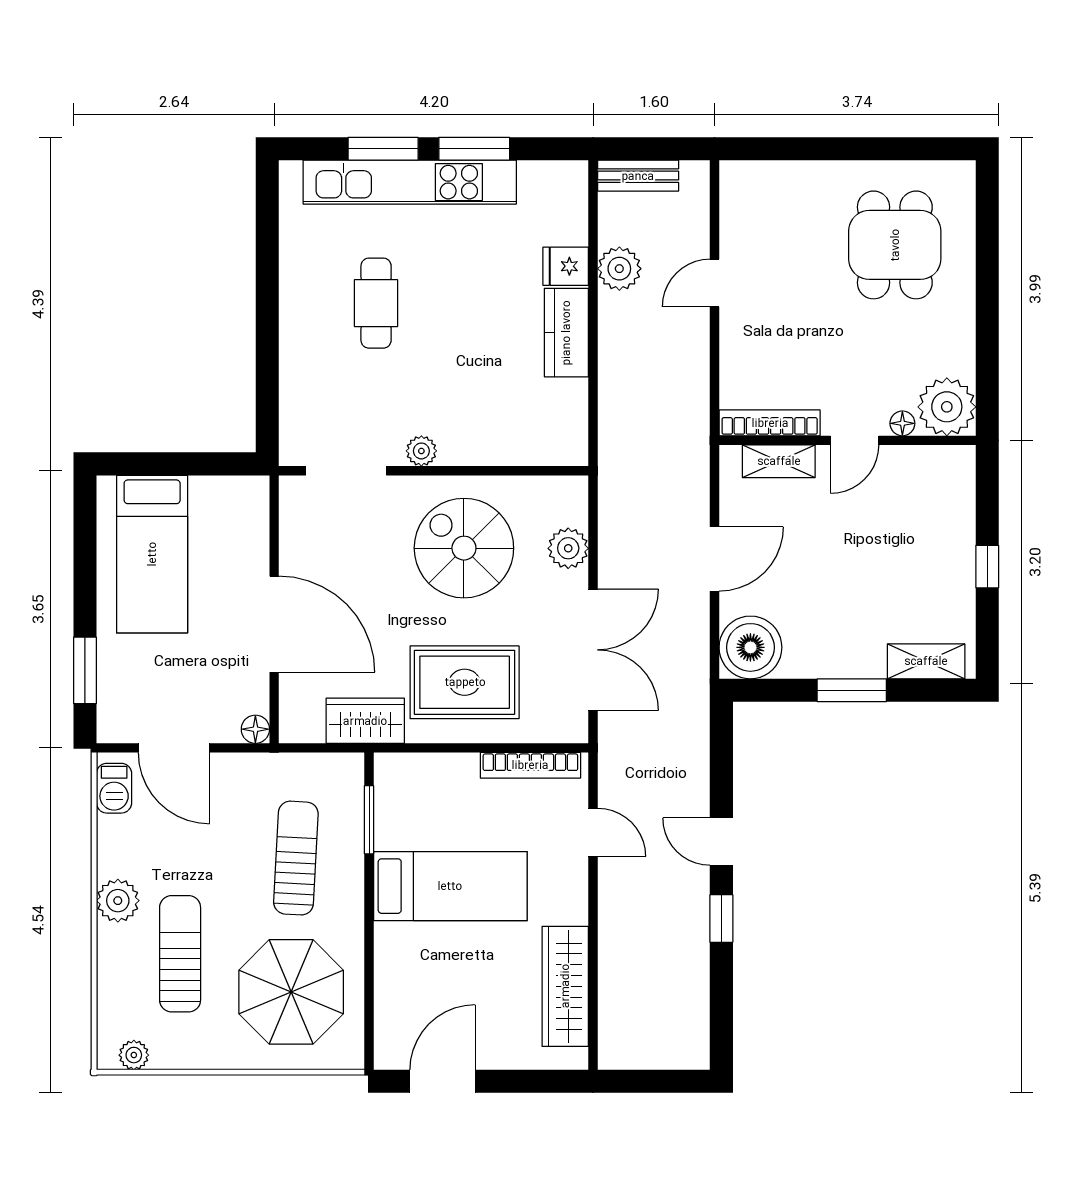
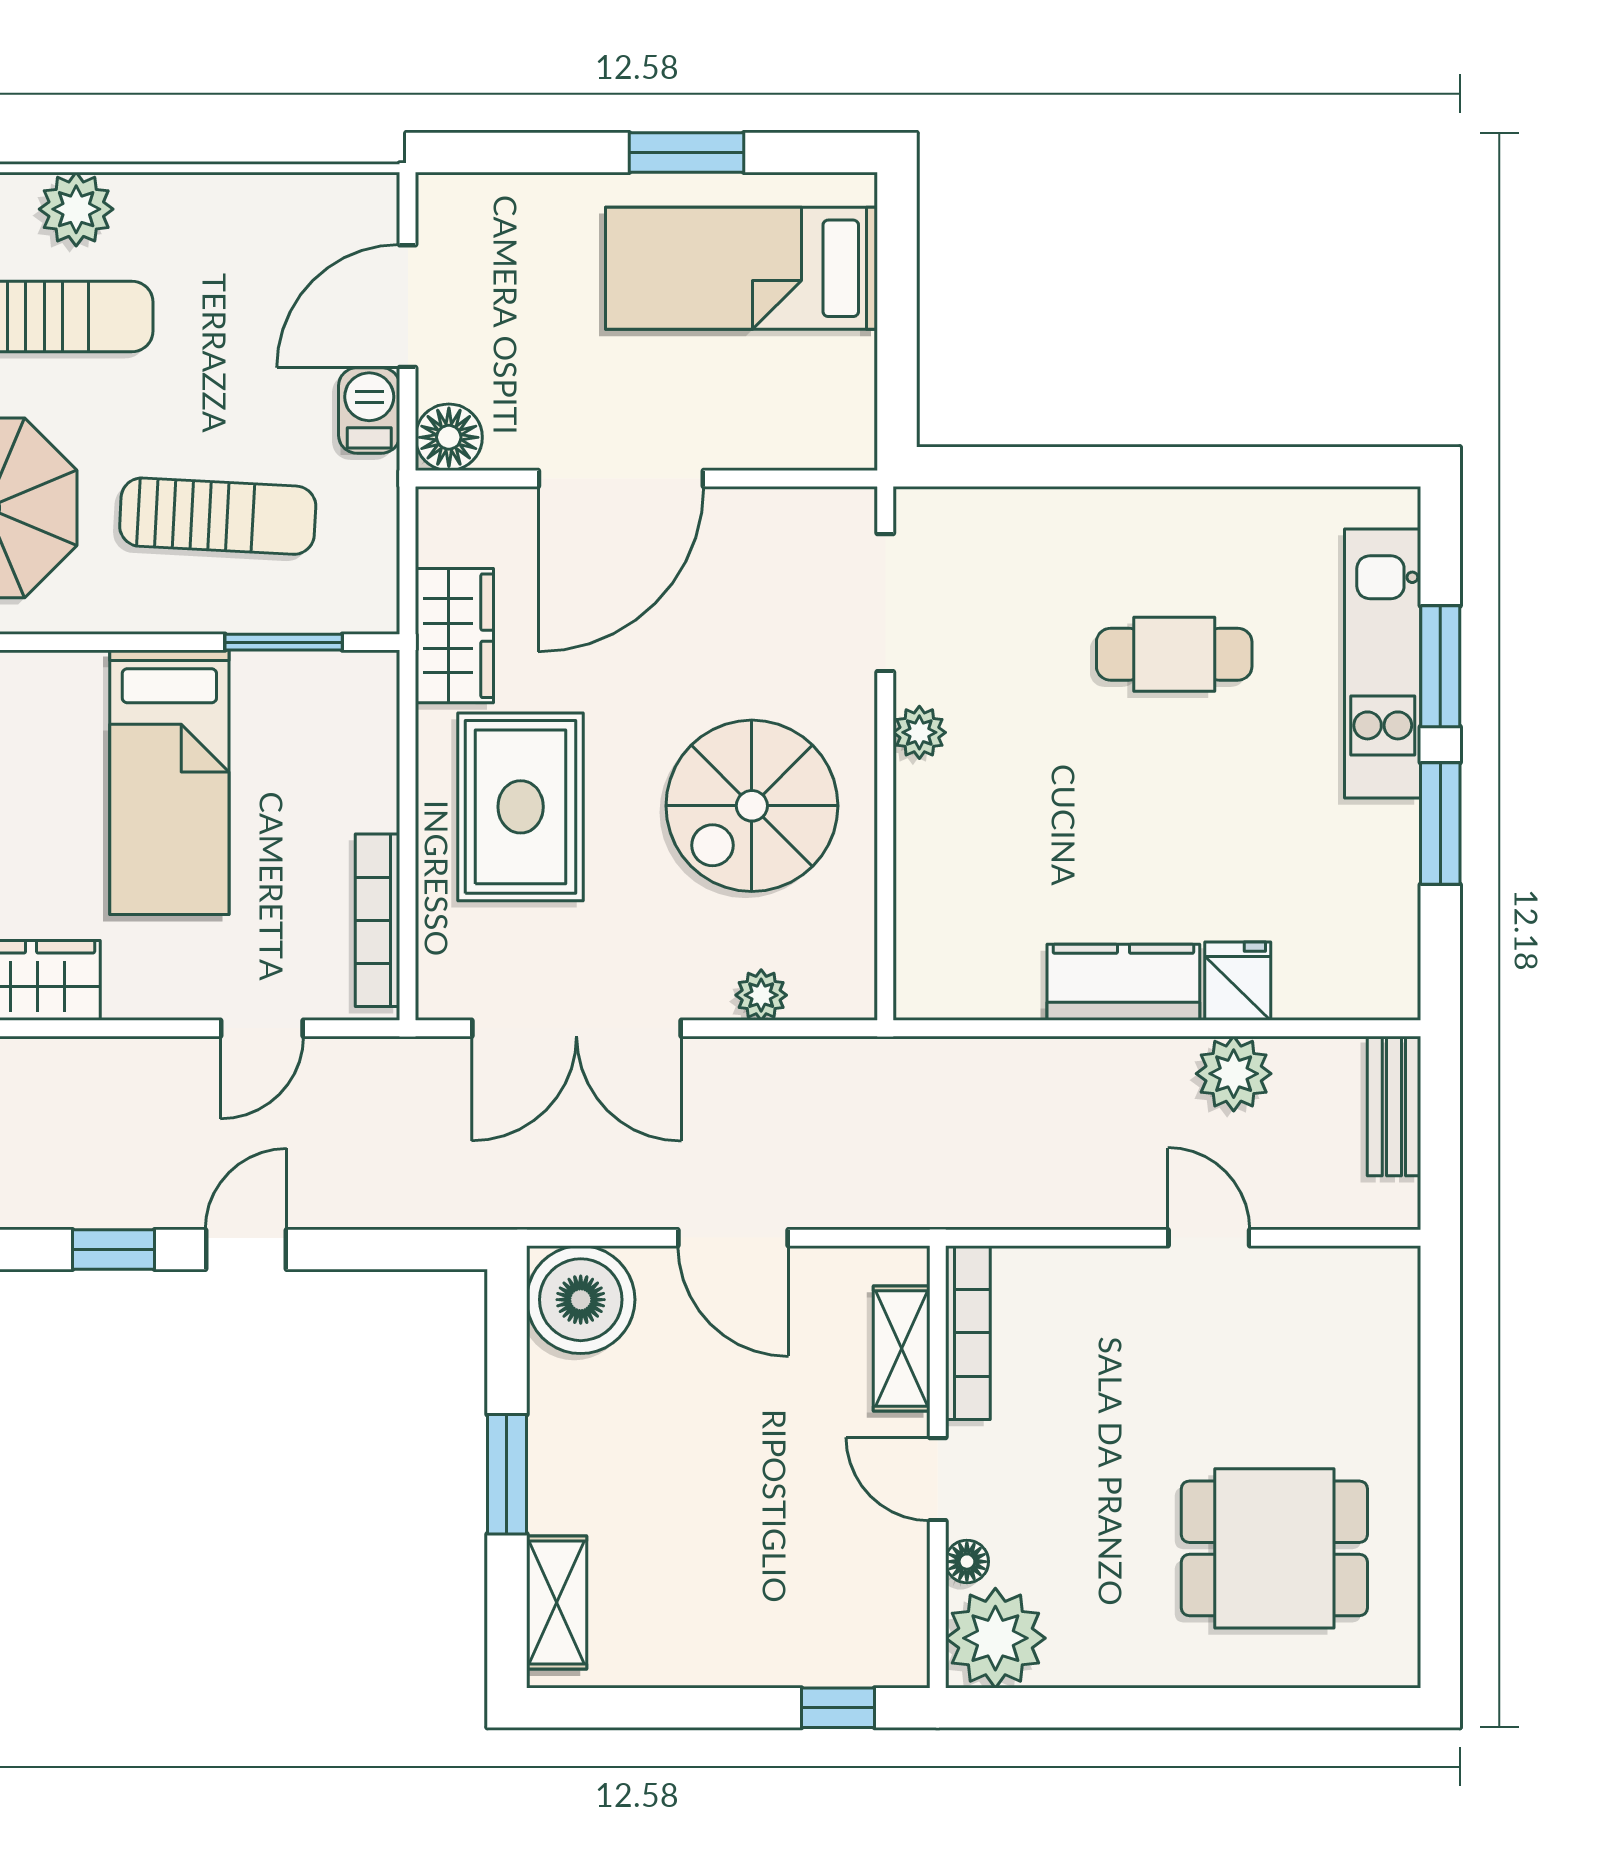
kitchen unit: (410, 182) -> (1383, 663), width x0.73
spiral stairs: (464, 548) -> (752, 806), turned 180
plant: (568, 548) -> (761, 995), width x0.73, depth x0.73
window: (987, 567) -> (838, 1708), moved
window: (85, 670) -> (686, 153), moved
floor lamp: (255, 729) -> (449, 437), width x1.37, depth x1.37
barbecue: (114, 788) -> (369, 410), moved, turned 90
plant: (118, 901) -> (76, 209), moved

